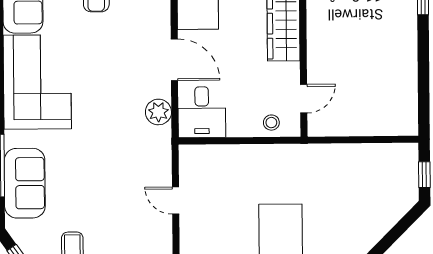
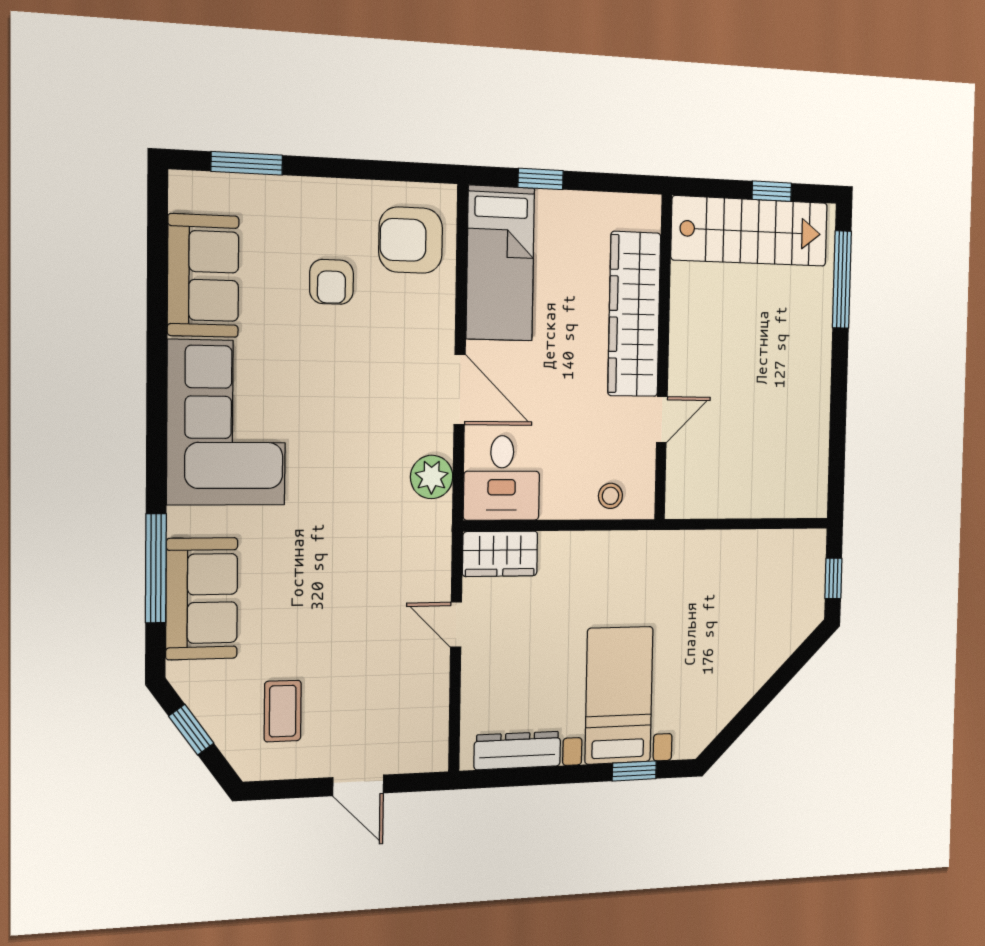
door: (304, 99) -> (662, 420), moved
wardrobe: (202, 158) -> (500, 554), added

